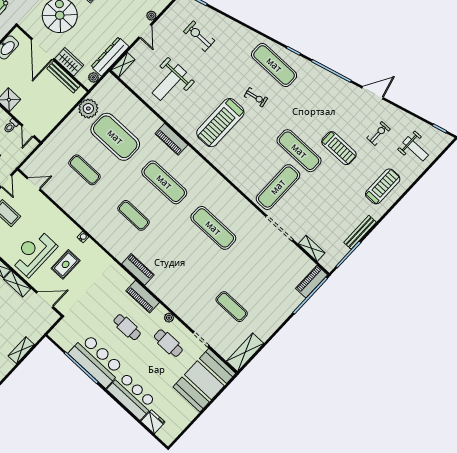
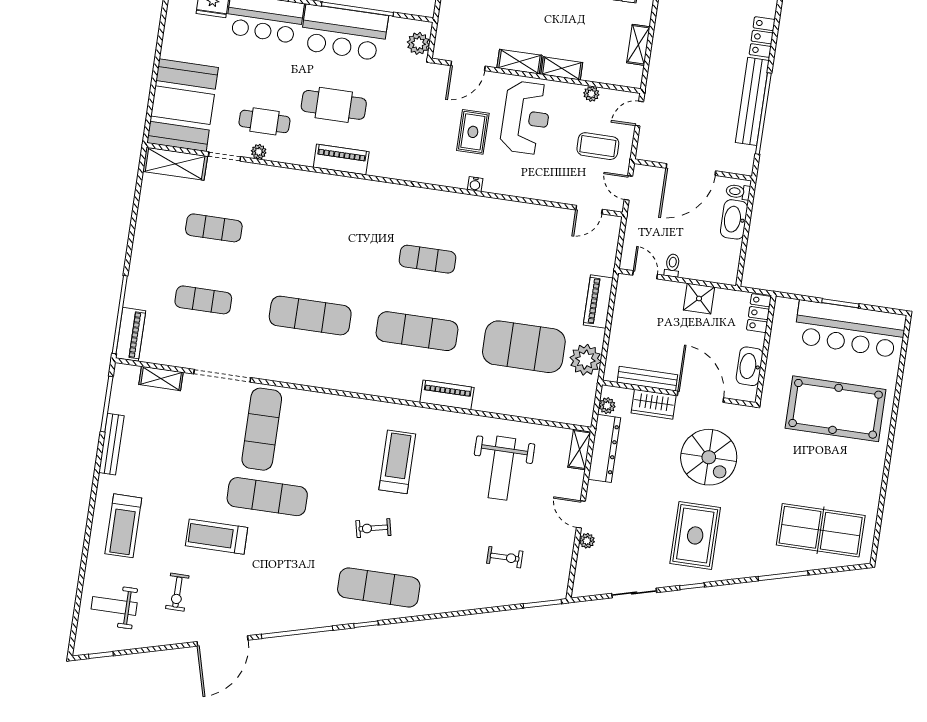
exercise bike: (199, 36) -> (505, 557), width x0.73, depth x0.72
weight bench: (169, 83) -> (502, 468), turned 180
door: (373, 93) -> (223, 641), width x1.36
treadmill: (220, 123) -> (397, 462), width x0.73, depth x0.73
exercise mat: (84, 170) -> (203, 300), moved
piano: (138, 269) -> (598, 301), moved, turned 90
plant: (169, 318) -> (259, 152), moved
cafe table: (127, 327) -> (334, 105), width x1.37, depth x1.35
plant: (62, 329) -> (418, 43), added
shelving: (245, 352) -> (175, 164), moved, turned 90

